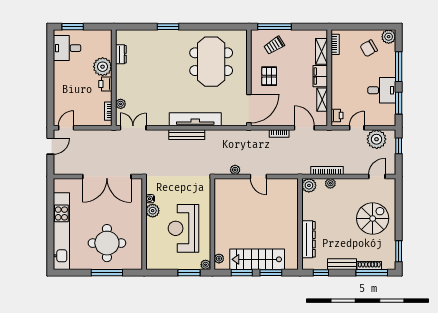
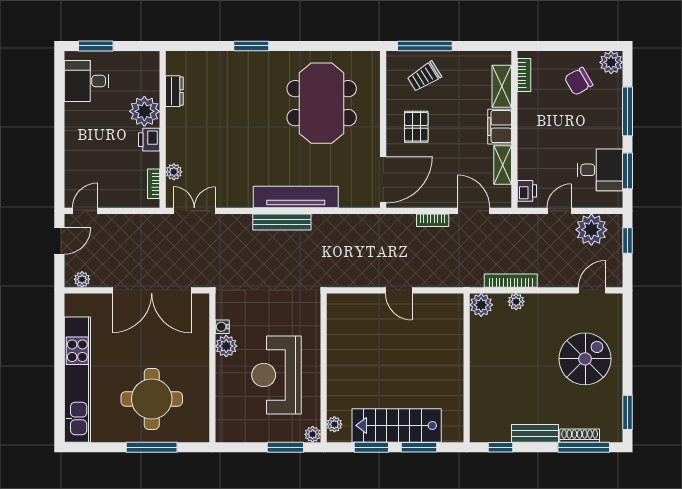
desk: (382, 90) -> (600, 170), moved
plant: (235, 170) -> (82, 279), moved
dresser: (308, 239) -> (480, 393), removed

